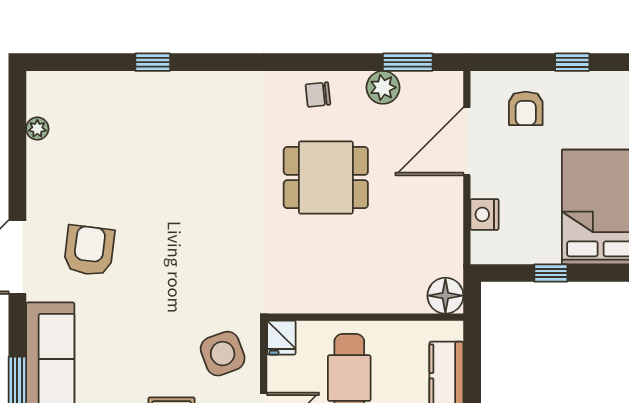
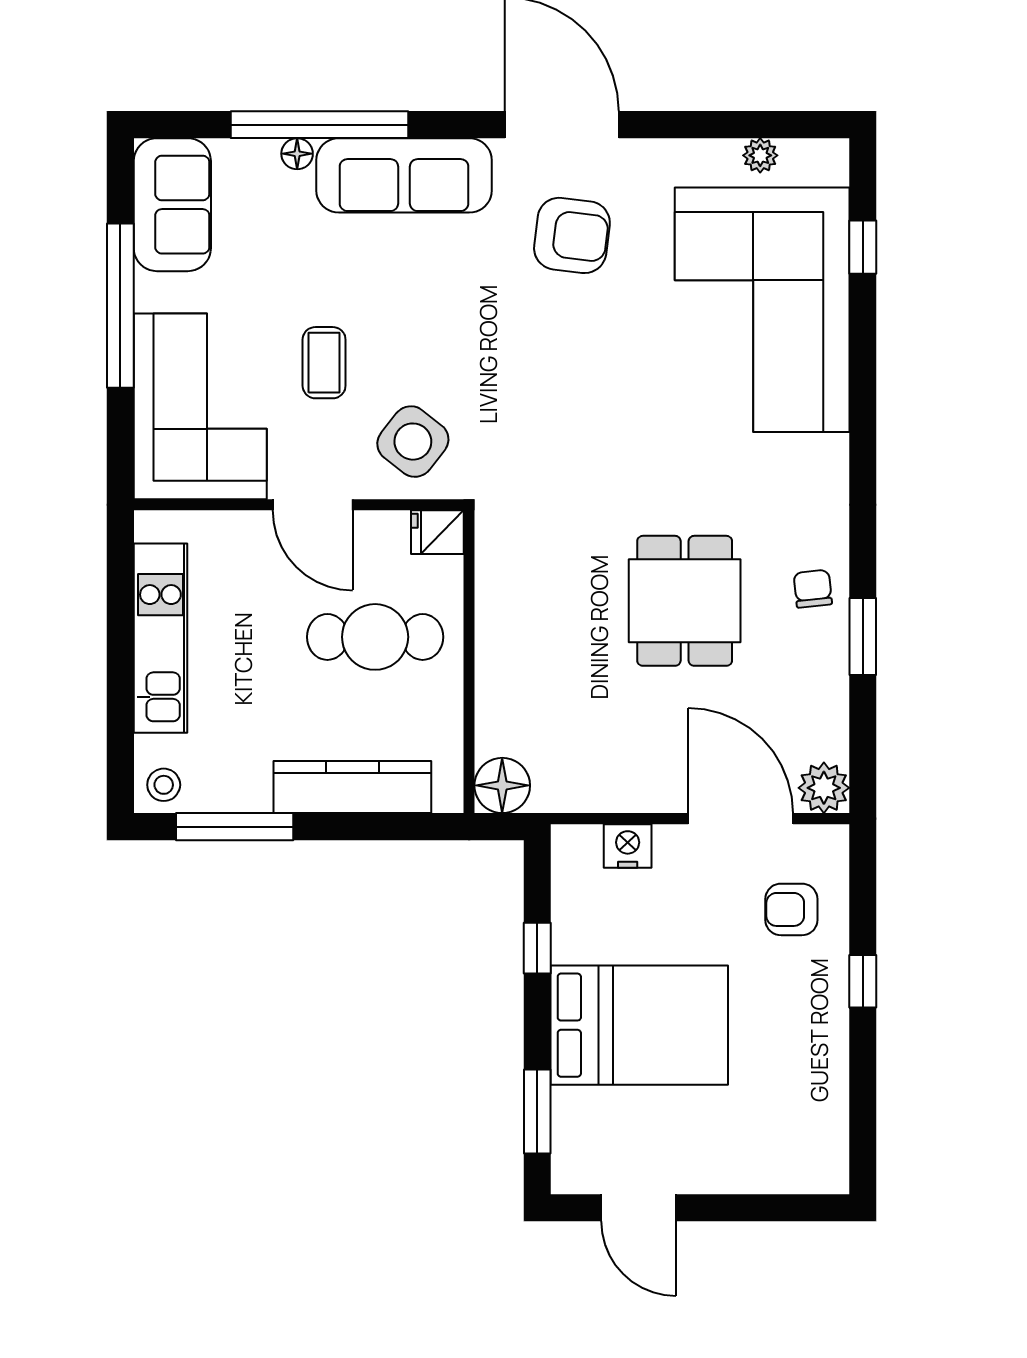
window: (153, 62) -> (863, 247), moved
window: (408, 62) -> (863, 636), moved
plant: (383, 87) -> (824, 788), moved
corner sofa: (137, 127) -> (762, 310), added
side table: (223, 354) -> (413, 442), turned -32

